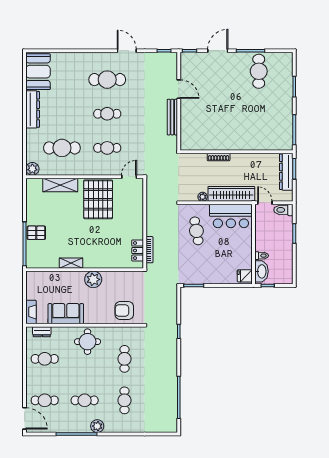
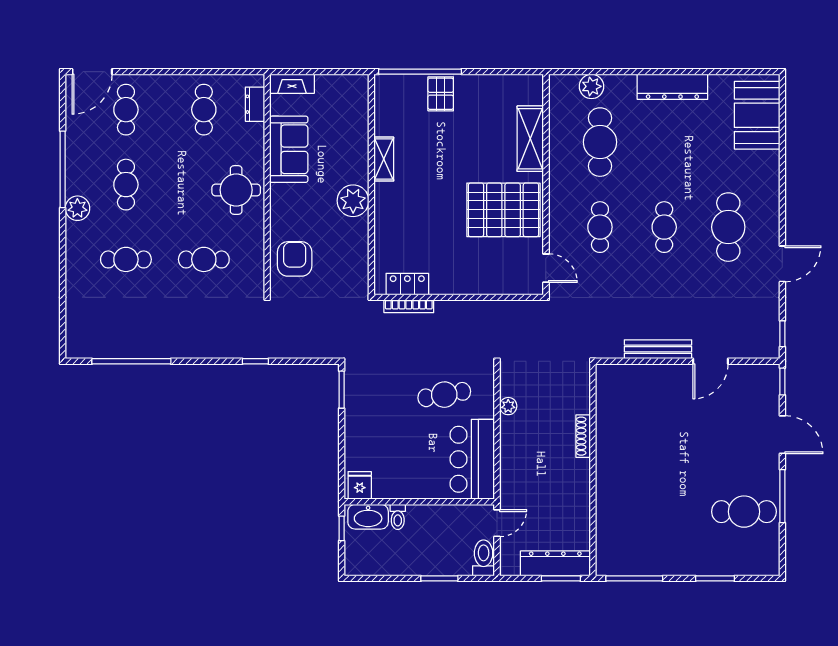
booth: (38, 72) -> (757, 115), moved, turned 90
plant: (32, 169) -> (592, 86), moved
wardrobe: (231, 194) -> (514, 460), removed

